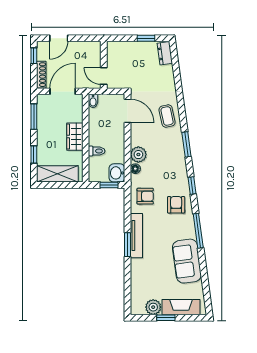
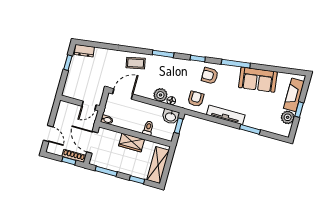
window: (34, 56) -> (69, 161), moved
window: (128, 245) -> (250, 129), moved

